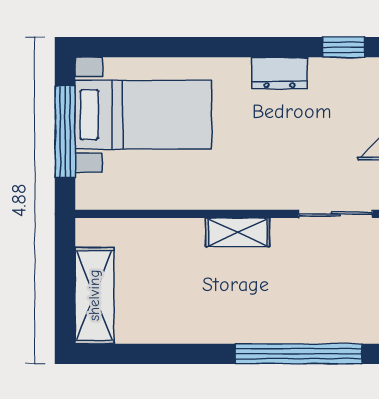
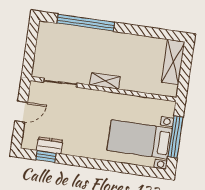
dresser: (279, 73) -> (50, 145), moved

